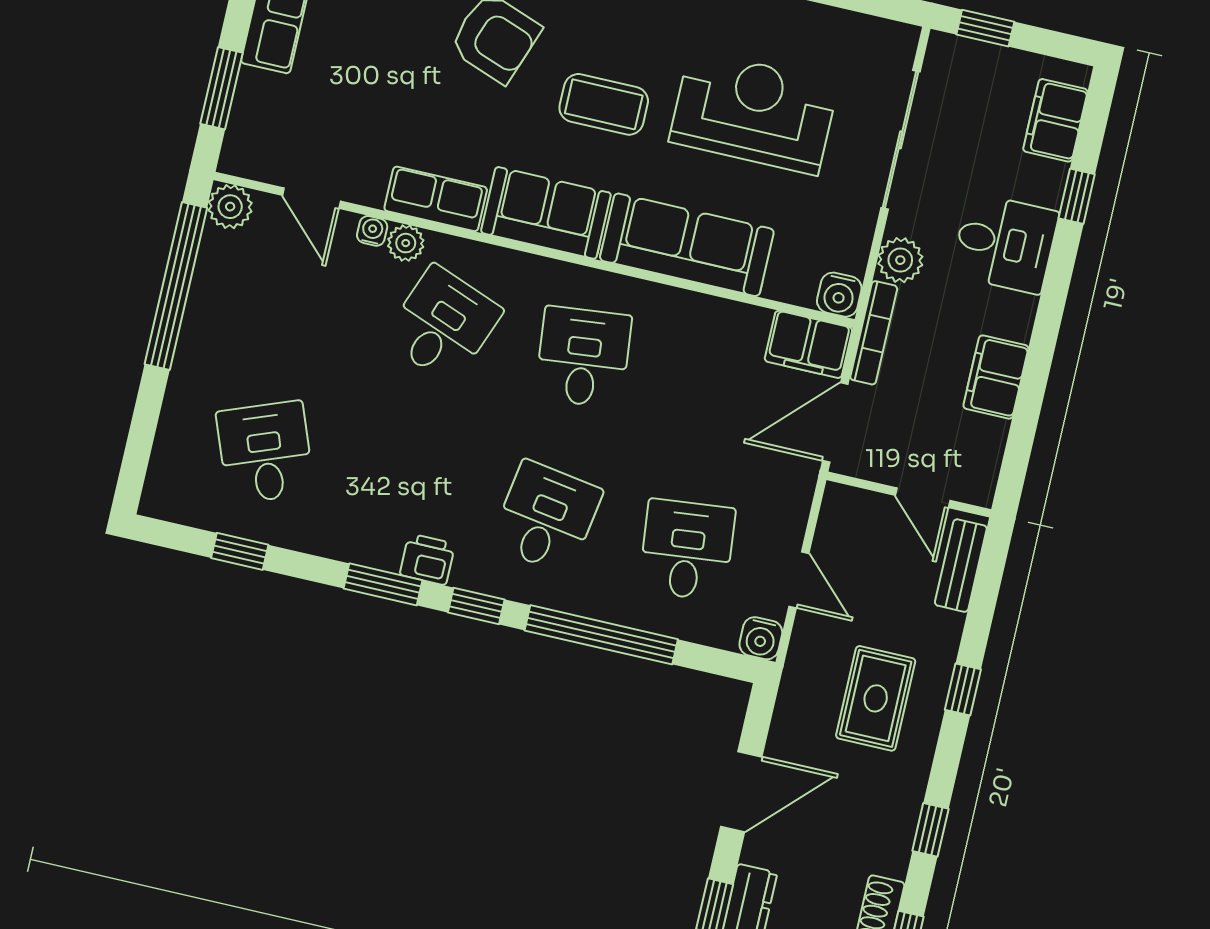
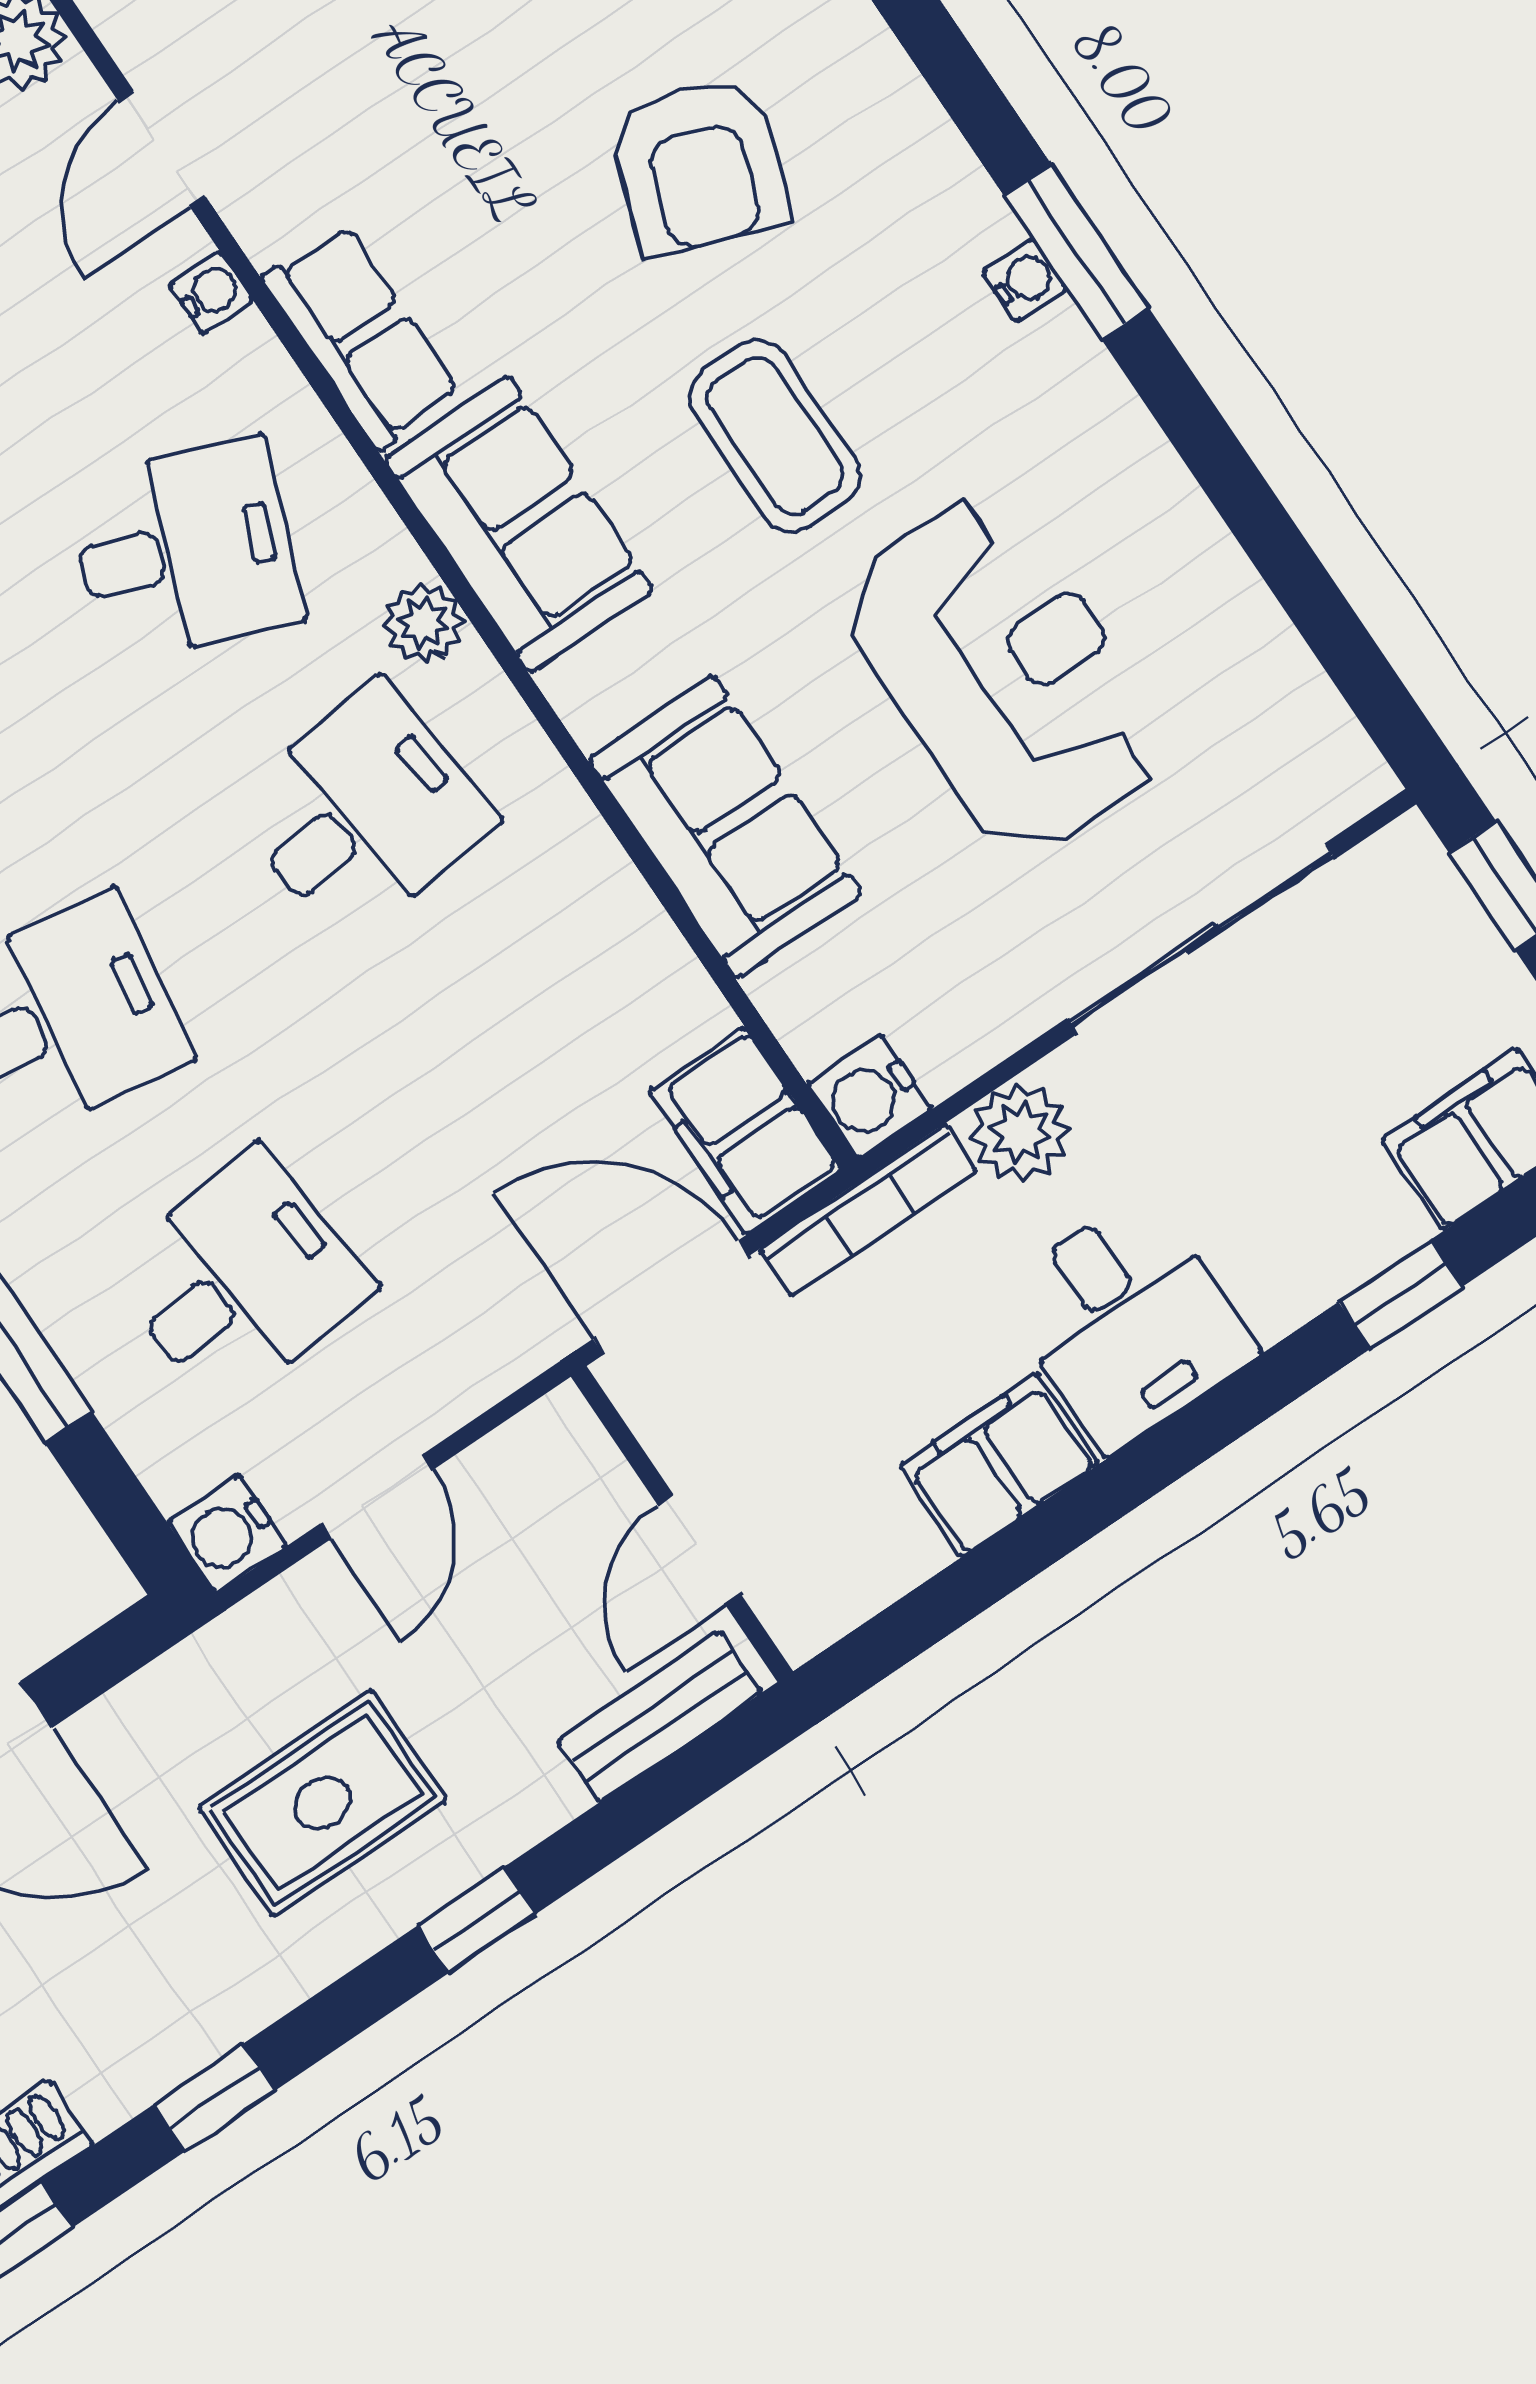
plant: (406, 243) -> (423, 623), moved
desk: (1005, 243) -> (1127, 1322), moved
sofa: (687, 245) -> (725, 827), width x0.73

